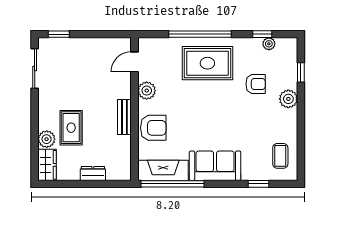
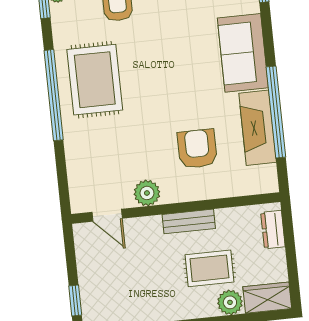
door: (134, 62) -> (107, 215), moved
plant: (147, 91) -> (147, 193), moved
wall: (134, 109) -> (176, 208), moved
bench: (124, 117) -> (189, 221), moved

